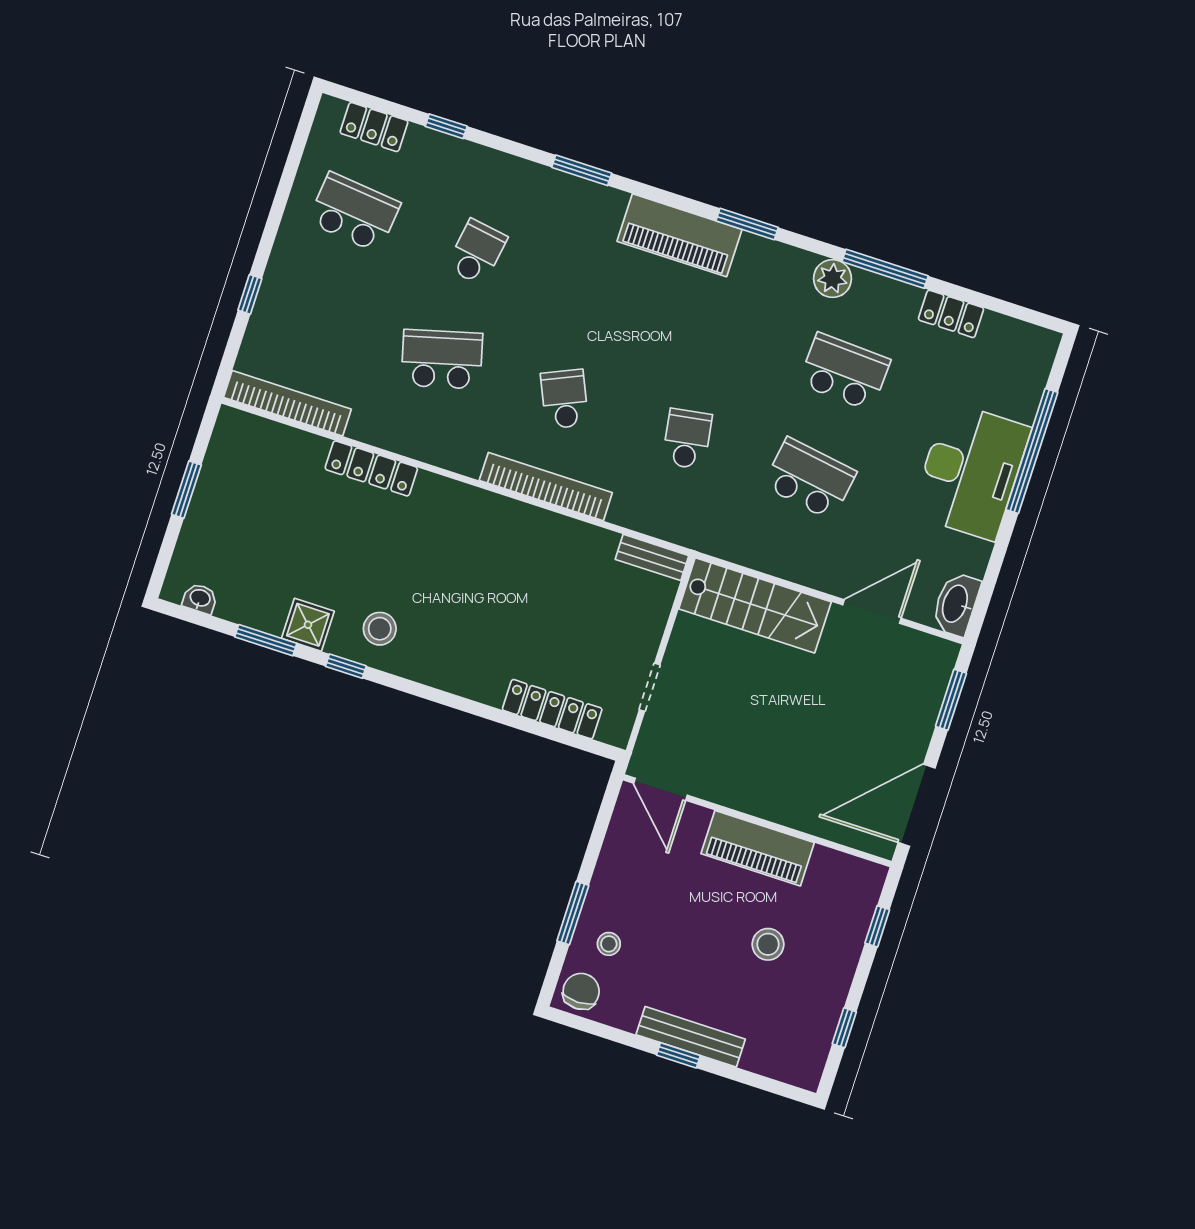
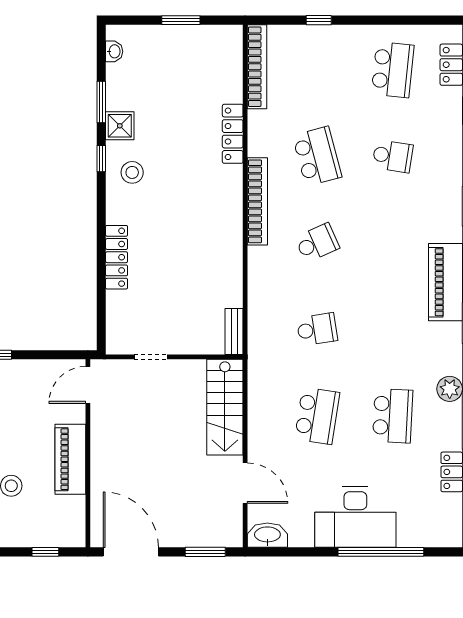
bookcase: (546, 487) -> (257, 201), moved
locker: (552, 709) -> (117, 257), moved

